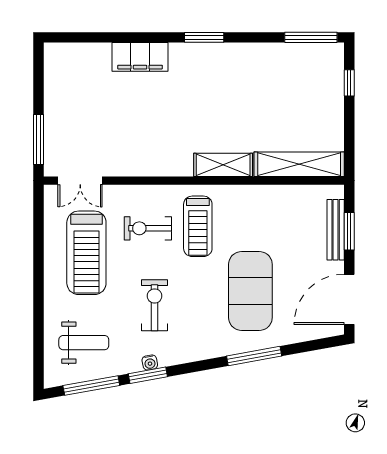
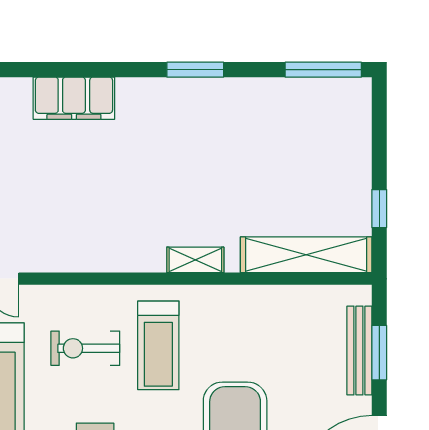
window: (204, 37) -> (195, 70), moved
window: (349, 83) -> (379, 209), moved
shelving: (223, 165) -> (195, 260), width x0.67, depth x0.75

